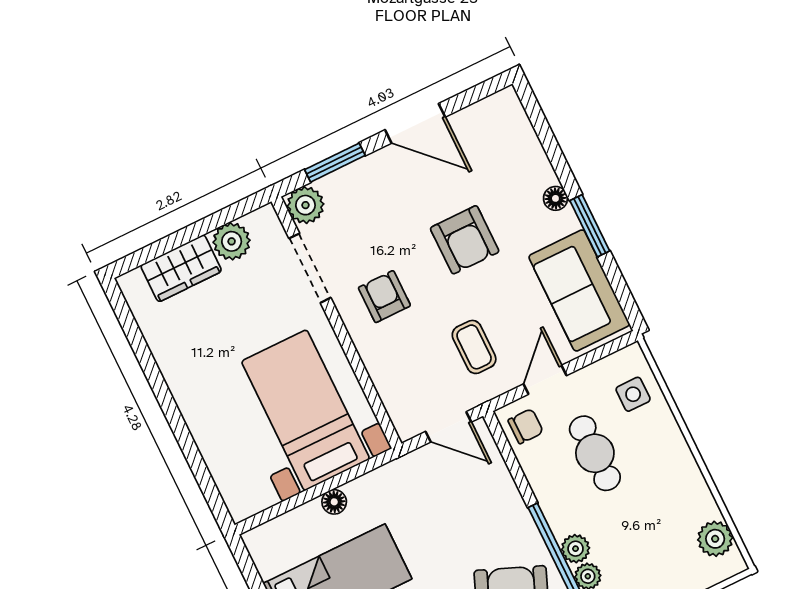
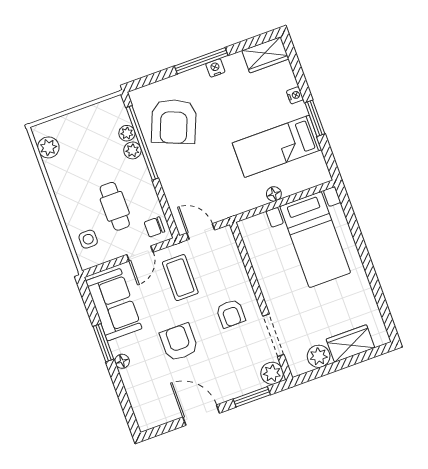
coffee table: (474, 347) -> (180, 278), width x1.36, depth x1.30
bed with nightstands: (306, 410) -> (315, 240), moved

